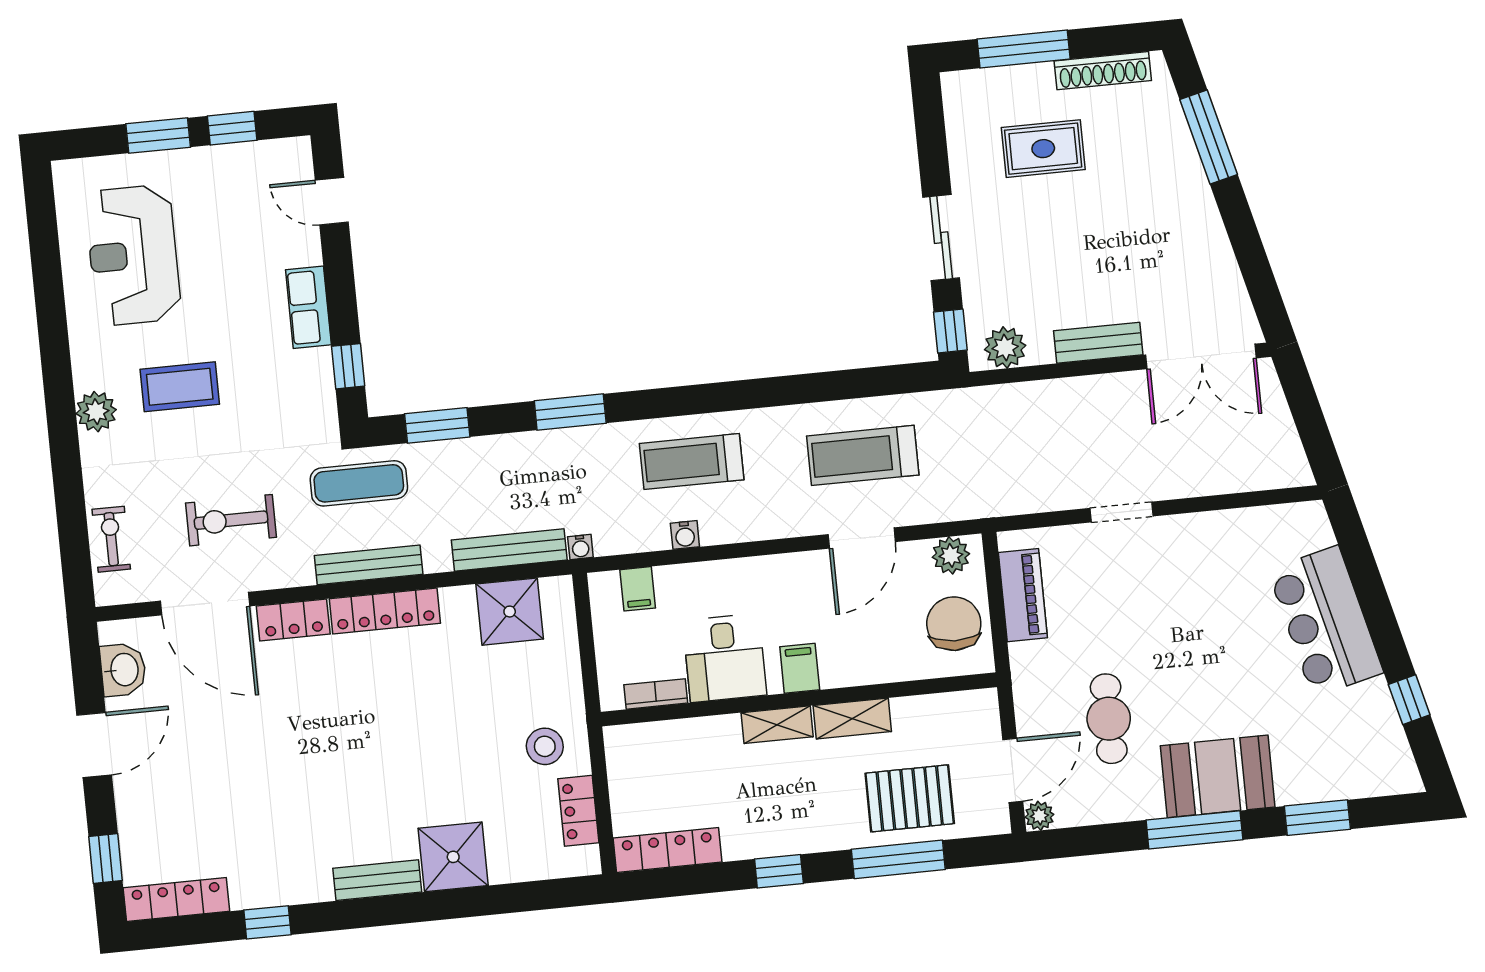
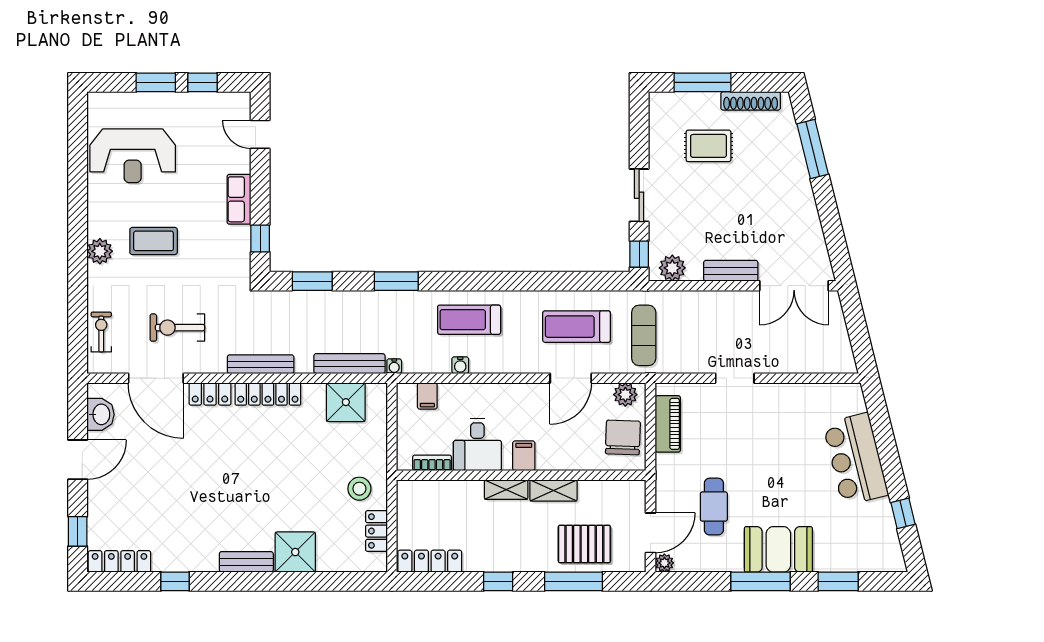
reception desk: (133, 255) -> (133, 156), turned -90
exercise mat: (359, 483) -> (644, 335), moved, turned 90

